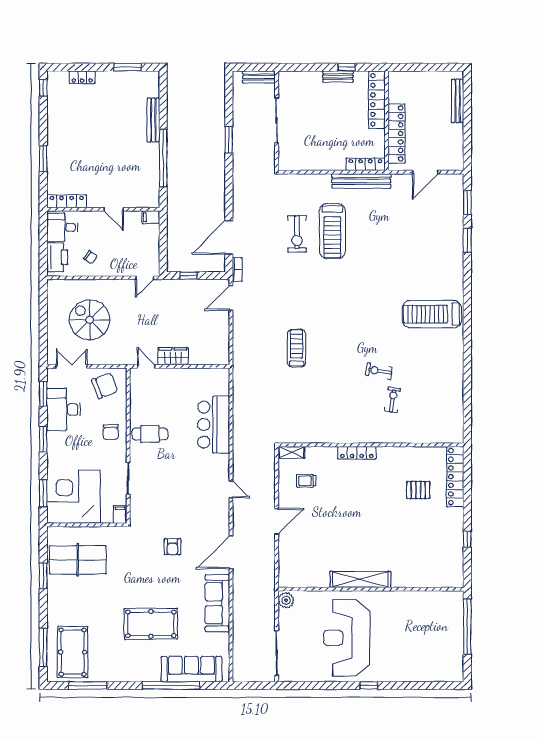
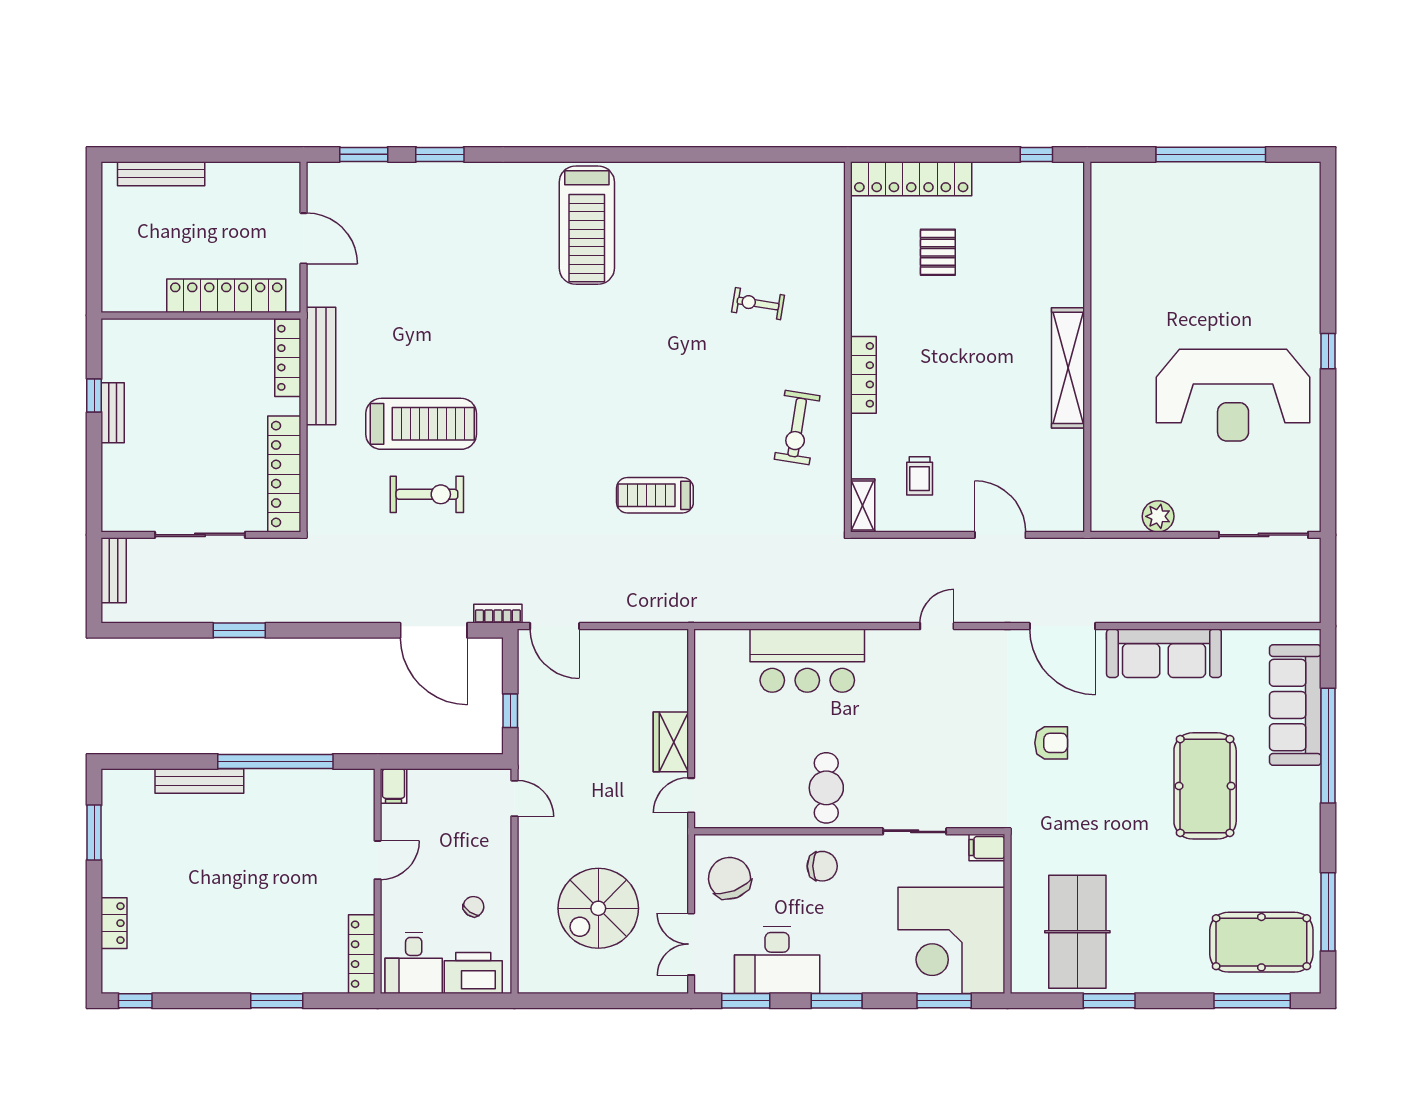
locker: (377, 100) -> (284, 474), moved, turned 90
exercise bike: (379, 371) -> (797, 427), moved, width x1.38, depth x1.39
shelving: (360, 579) -> (1068, 368), moved
wall: (371, 589) -> (1087, 347), moved

